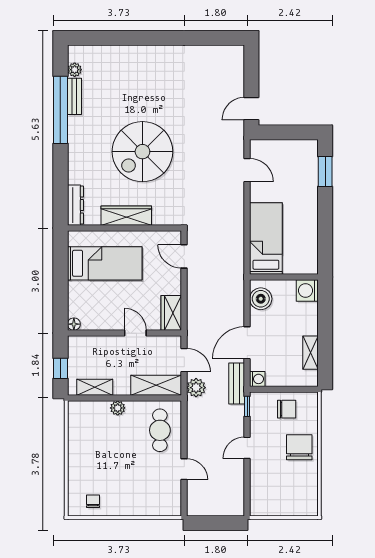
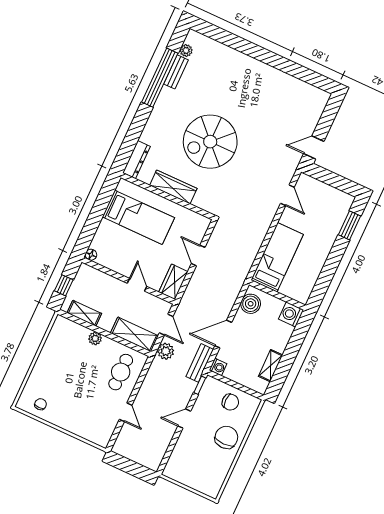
door: (184, 256) -> (198, 256), moved

